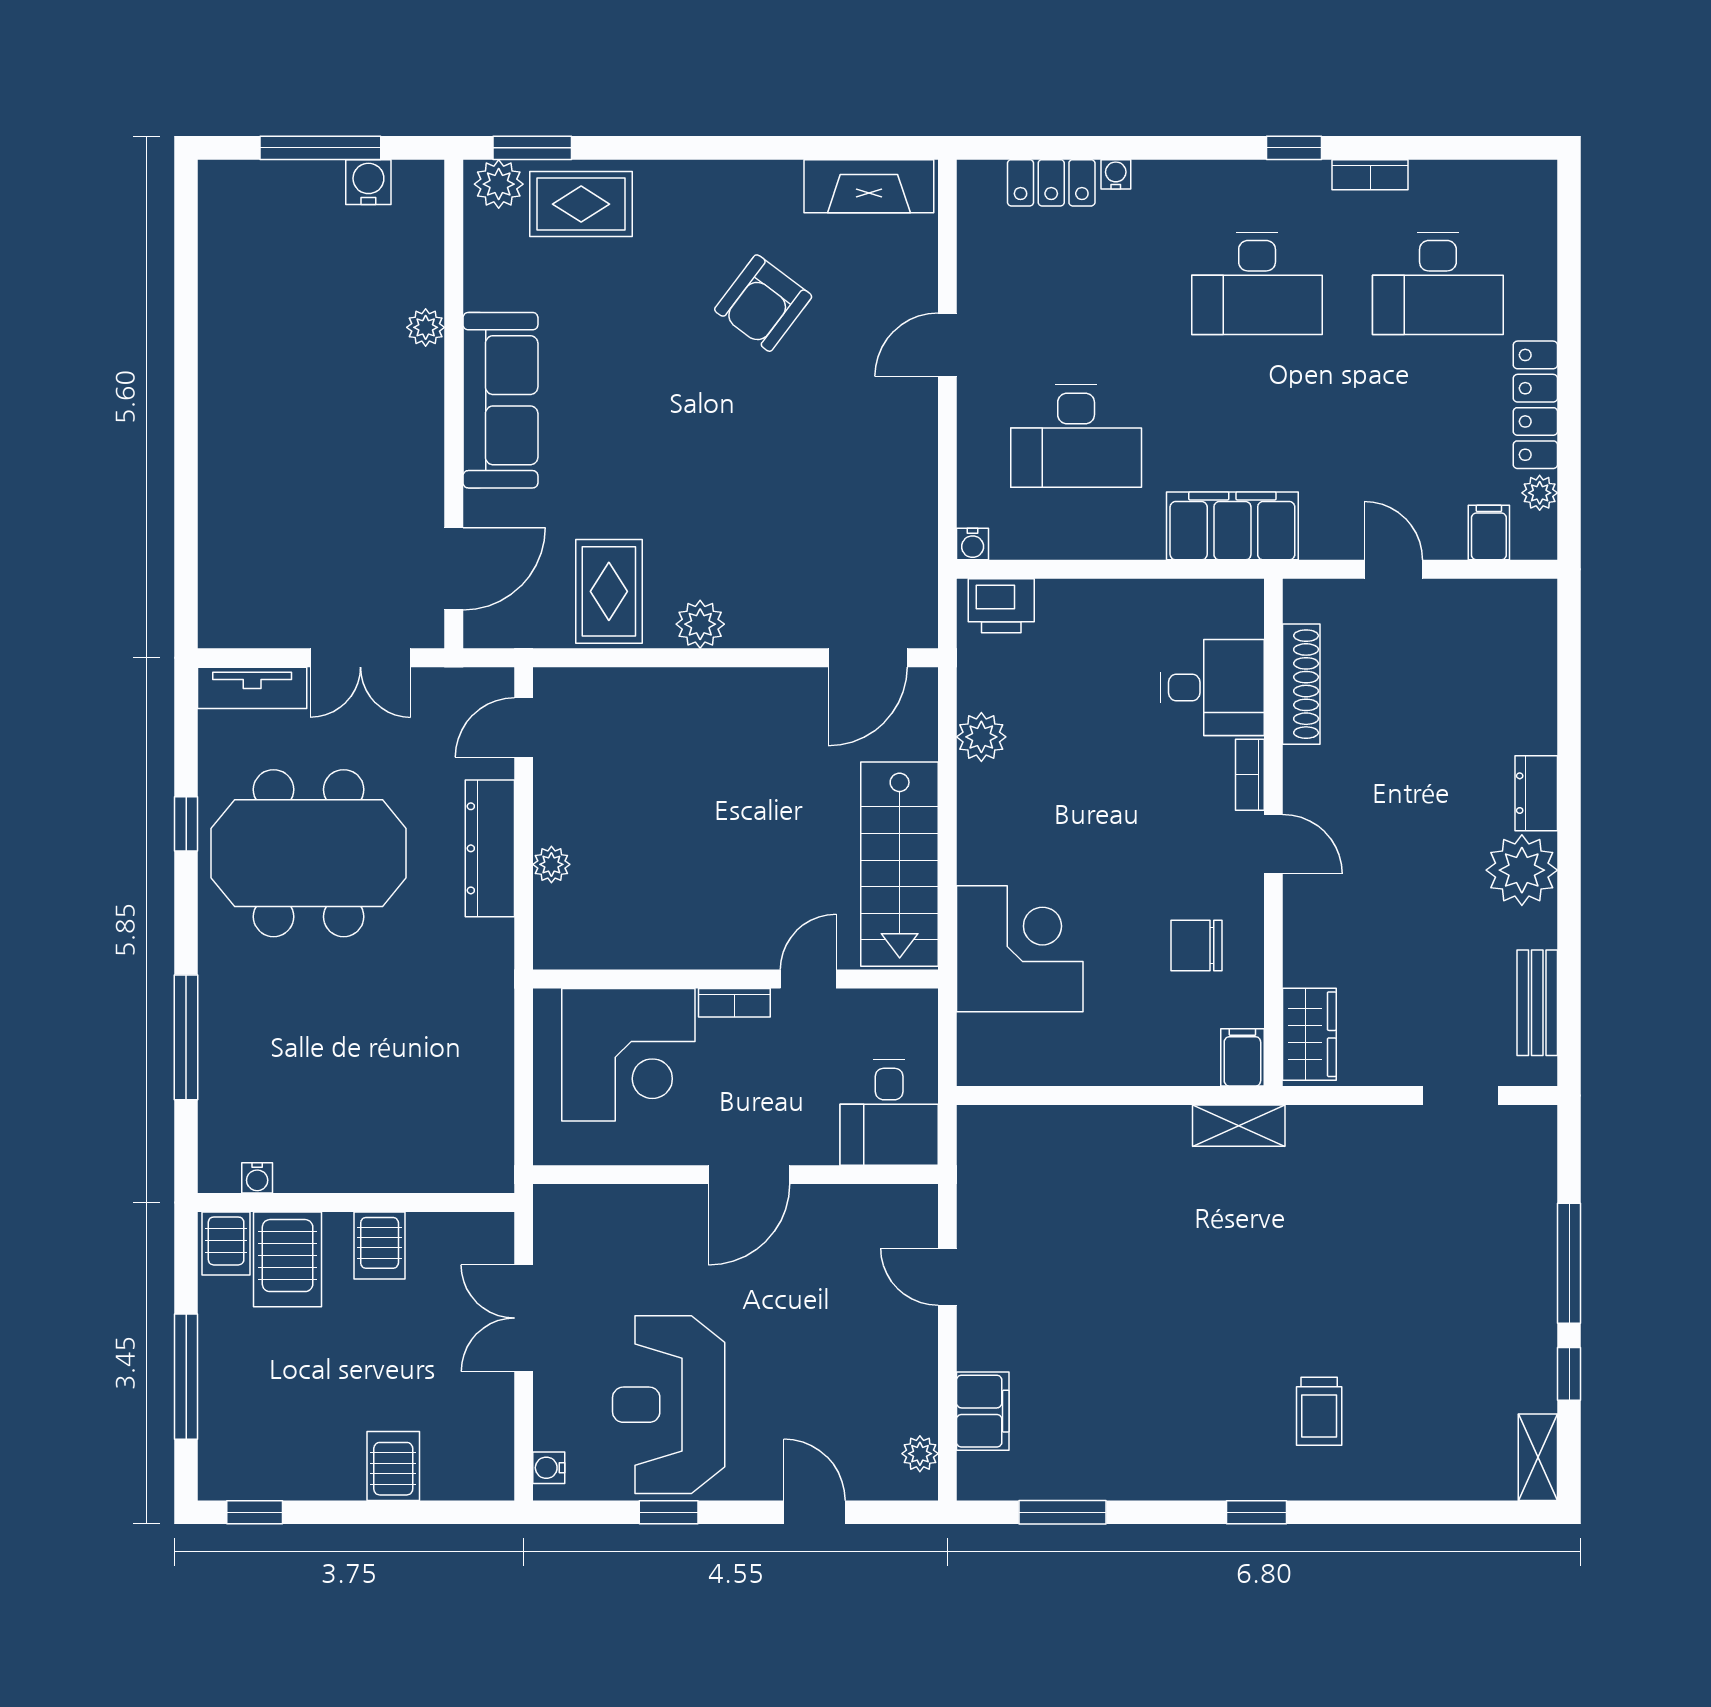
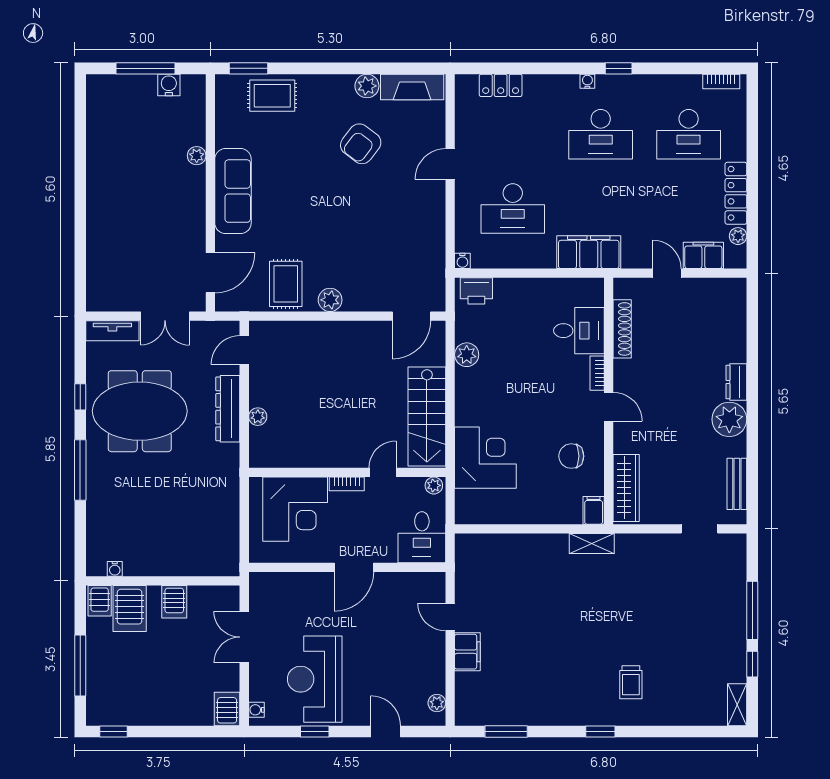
water cooler: (1116, 174) -> (587, 81), moved
bookcase: (1370, 175) -> (721, 81), moved
plant: (499, 184) -> (367, 86), moved
filing cabinet: (1489, 533) -> (703, 255), width x2.00
plant: (914, 1006) -> (434, 485), added
wardrobe: (1309, 1034) -> (626, 488), width x1.50
window: (186, 1037) -> (80, 470), moved
filing cabinet: (983, 1411) -> (467, 652), moved
server rack: (393, 1466) -> (227, 709), moved

